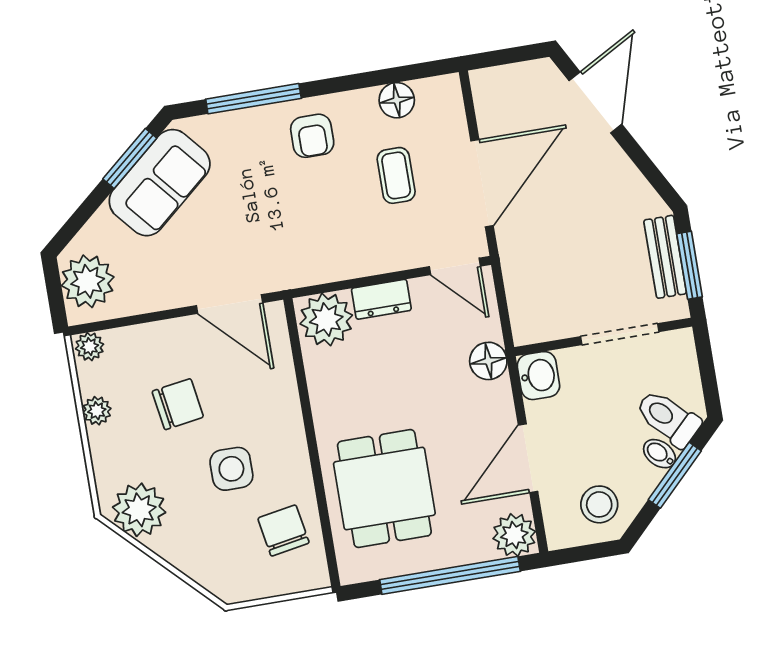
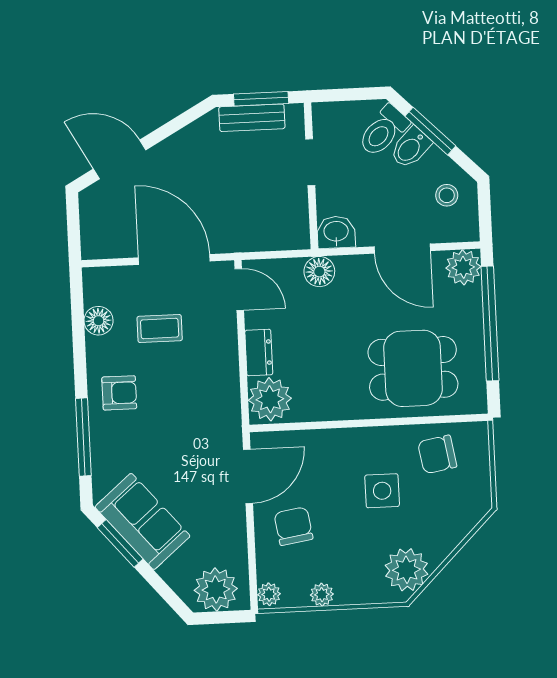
door: (455, 266) -> (239, 290), hinge flipped
doorway: (620, 334) -> (310, 162), width x0.73
chair: (178, 404) -> (293, 526), moved
bidet: (659, 454) -> (411, 148), width x1.38, depth x1.36
stool: (599, 504) -> (447, 195), width x0.73, depth x0.73

